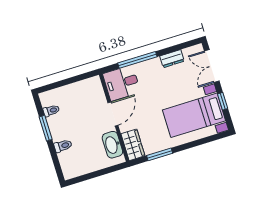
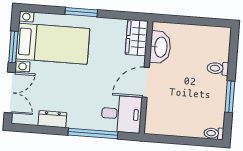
window: (223, 101) -> (13, 47), width x1.50
toilet: (51, 111) -> (214, 133), moved
window: (160, 154) -> (81, 12), moved

